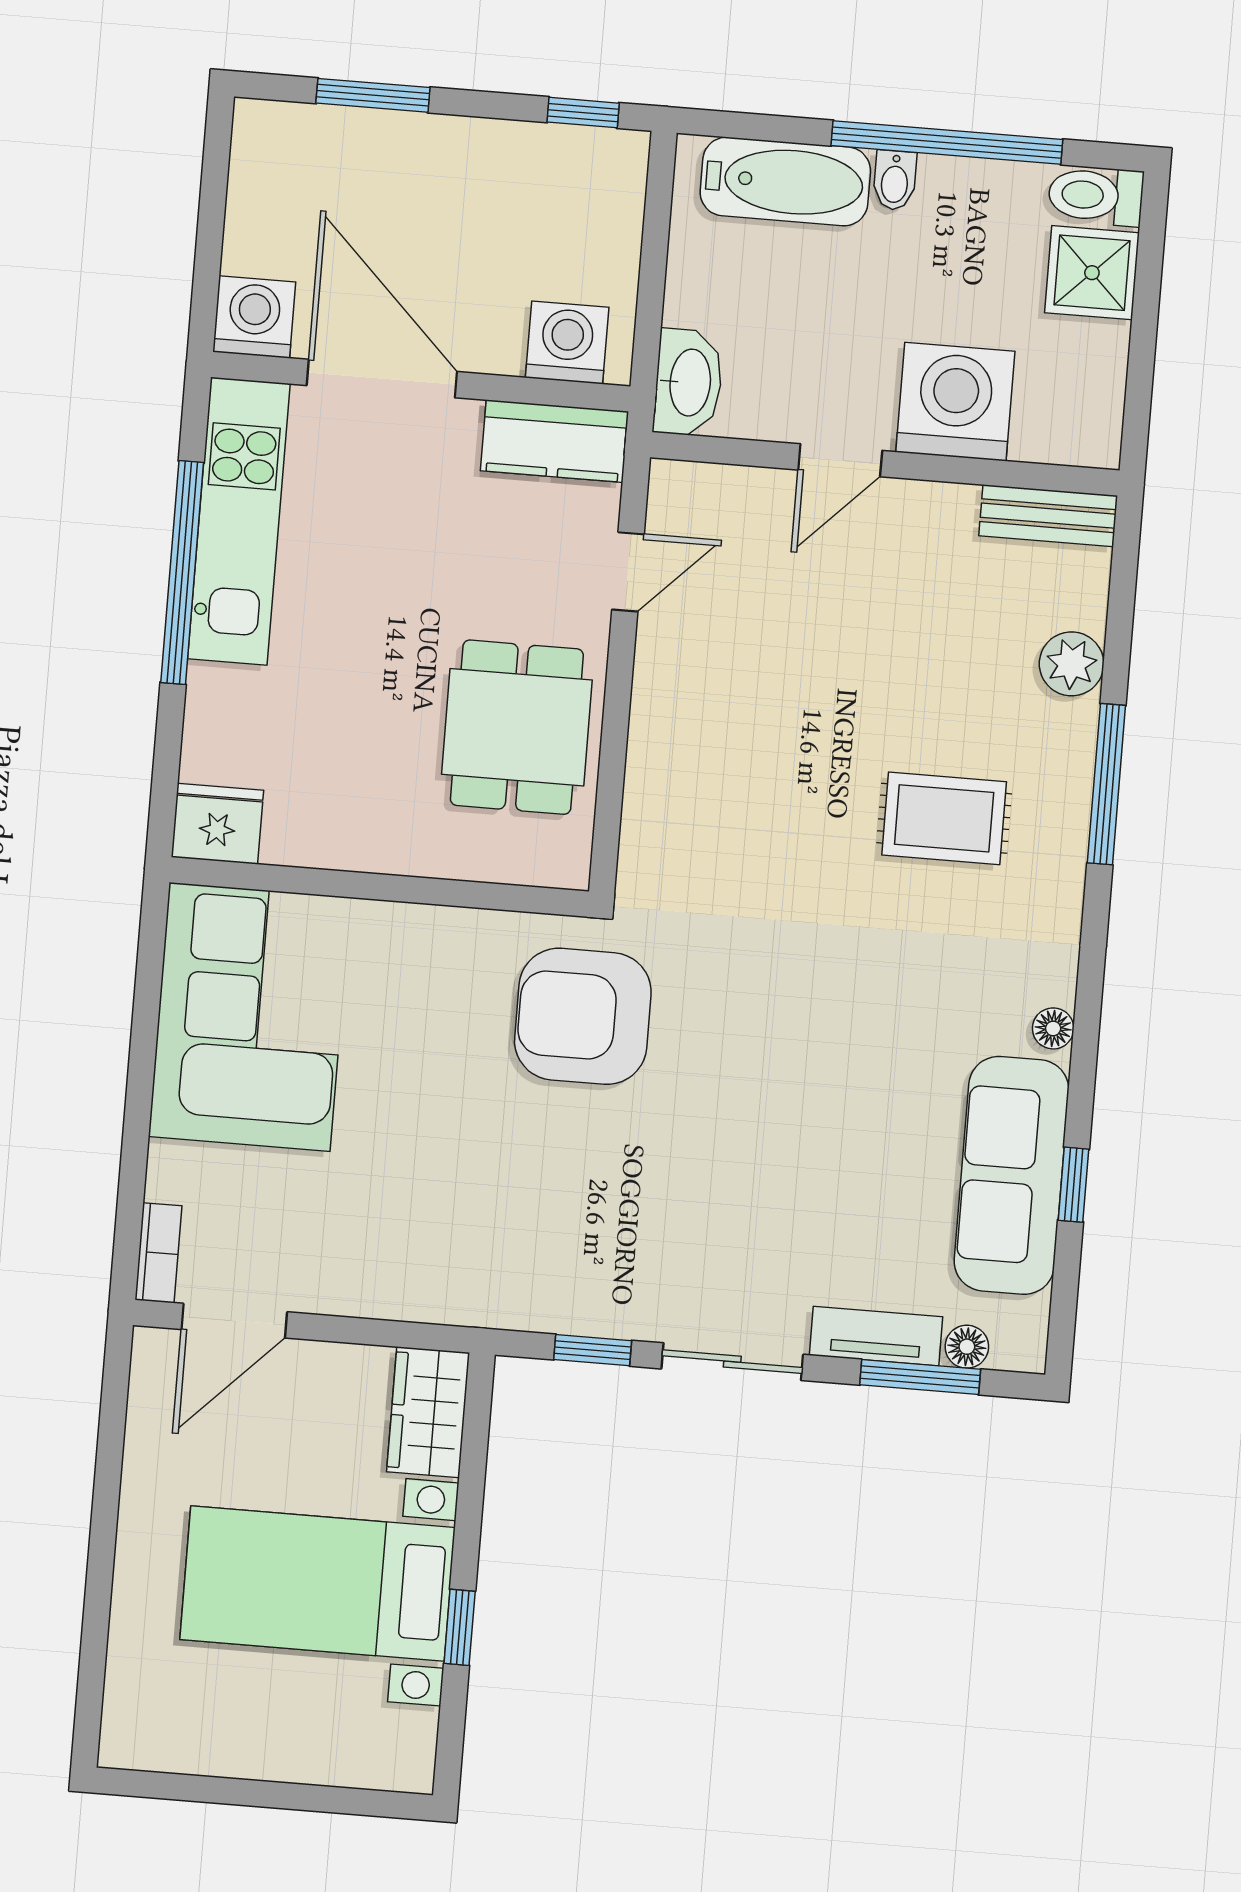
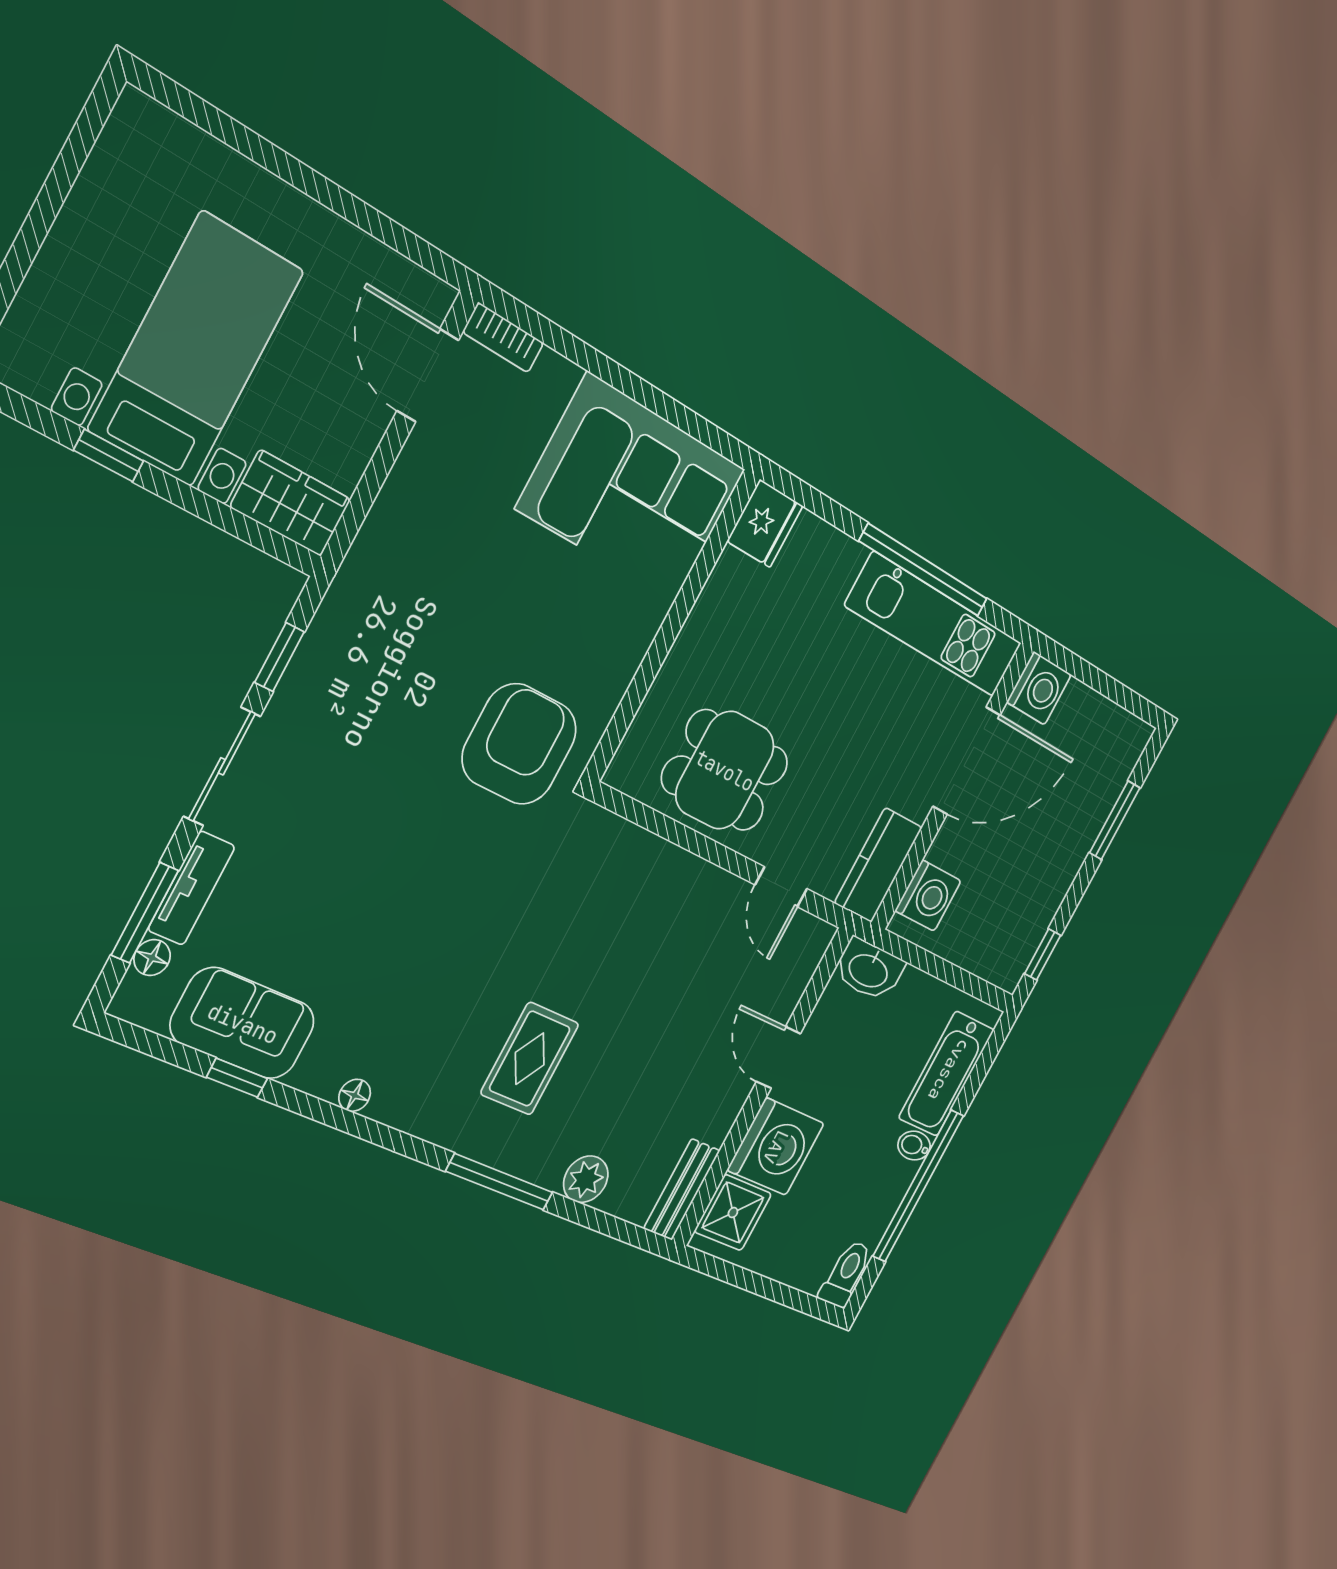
shower: (1092, 273) -> (733, 1213), moved
sofa: (1012, 1175) -> (243, 1023), width x0.73

